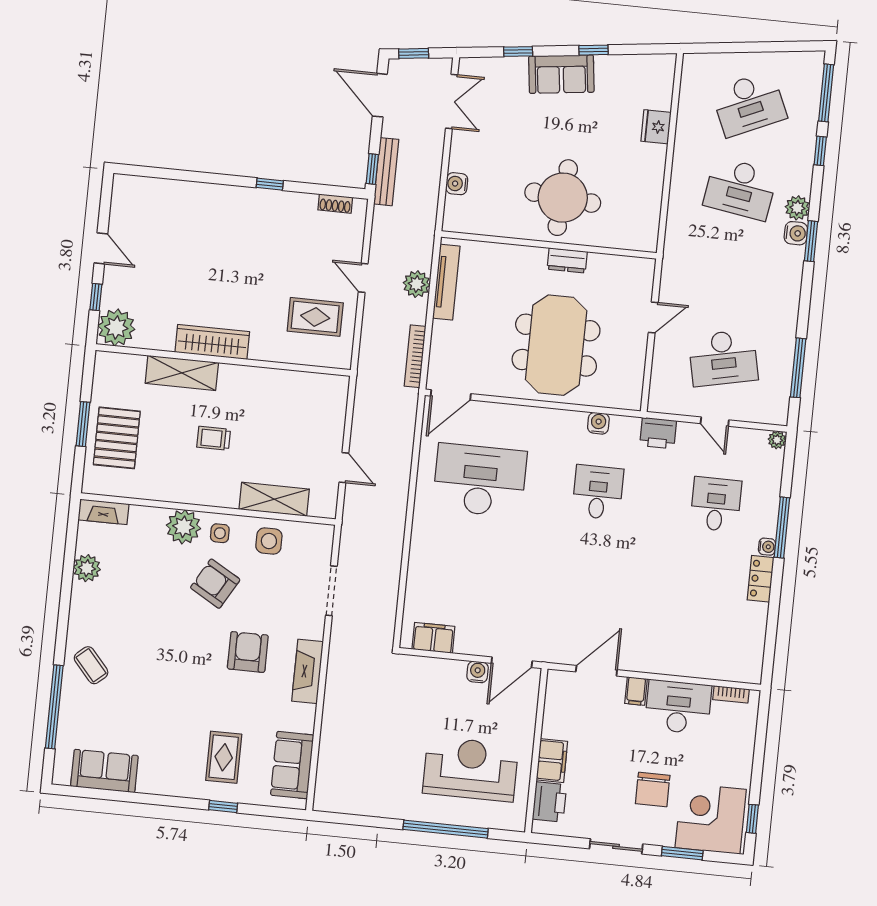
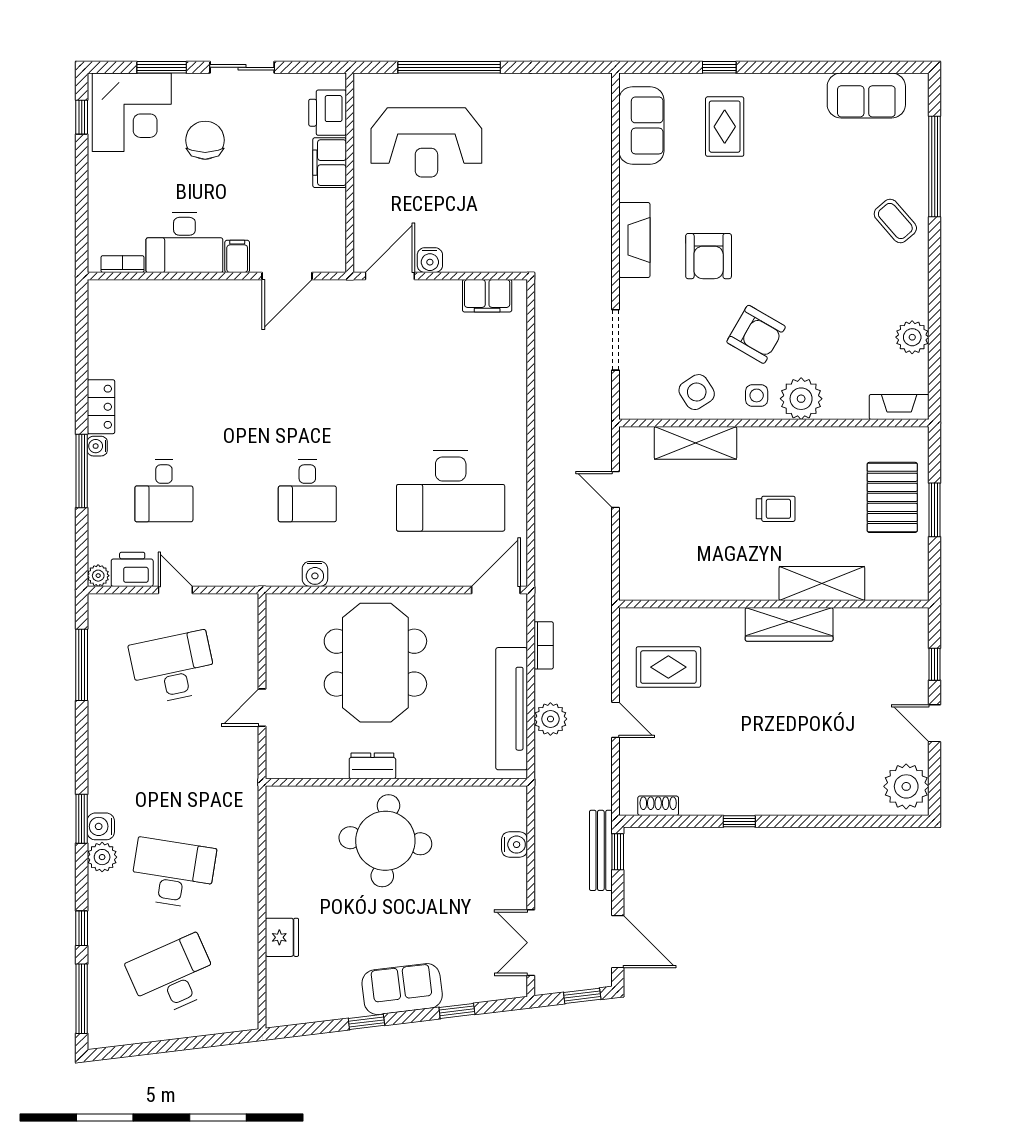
tv unit: (446, 282) -> (512, 709), width x1.36, depth x1.29
plant: (116, 327) -> (906, 786), moved
bookcase: (415, 356) -> (544, 645), width x0.64
printer: (658, 433) -> (132, 569), moved
side table: (269, 541) -> (697, 392), turned -33

